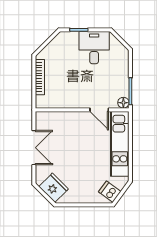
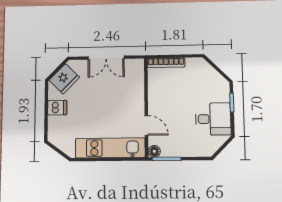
bookcase: (40, 77) -> (166, 63), moved
door: (99, 110) -> (146, 125), swing flipped
dishwasher: (110, 192) -> (57, 108), moved, turned 53

